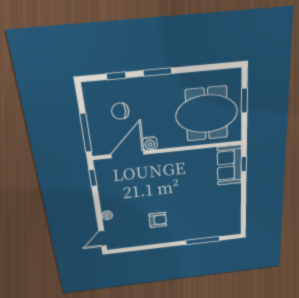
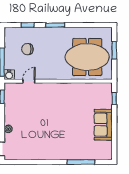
water cooler: (150, 143) -> (9, 75), moved
door: (128, 154) -> (29, 81), width x0.53
sofa: (229, 165) -> (103, 125), moved
armchair: (158, 220) -> (46, 138), removed

